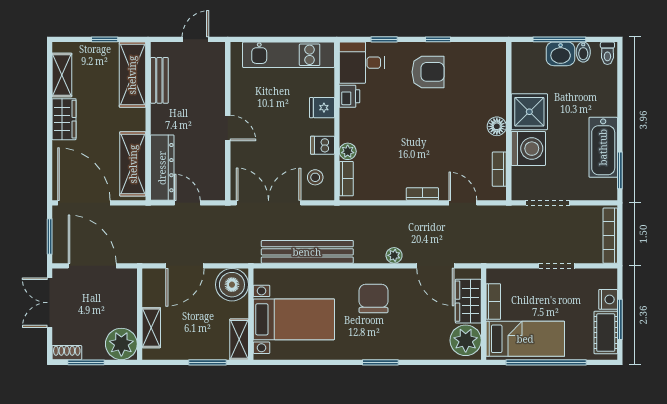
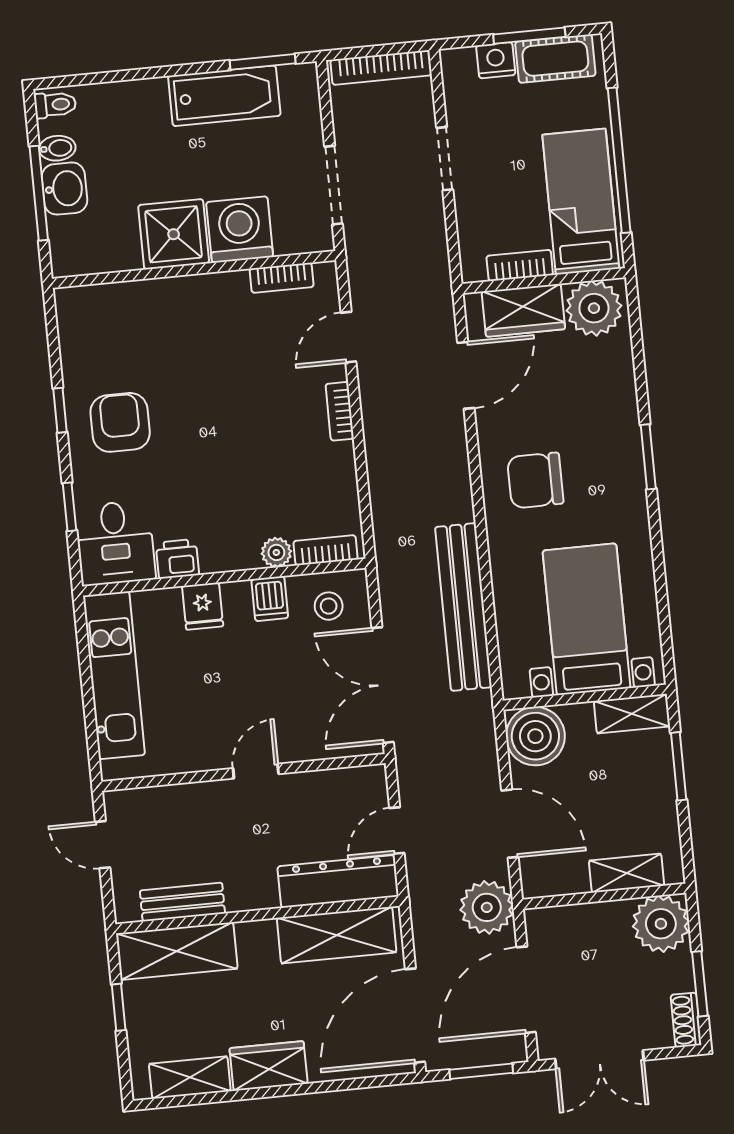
floor lamp: (497, 126) -> (205, 290), removed
plant: (394, 255) -> (487, 907), moved, width x1.87, depth x1.87

